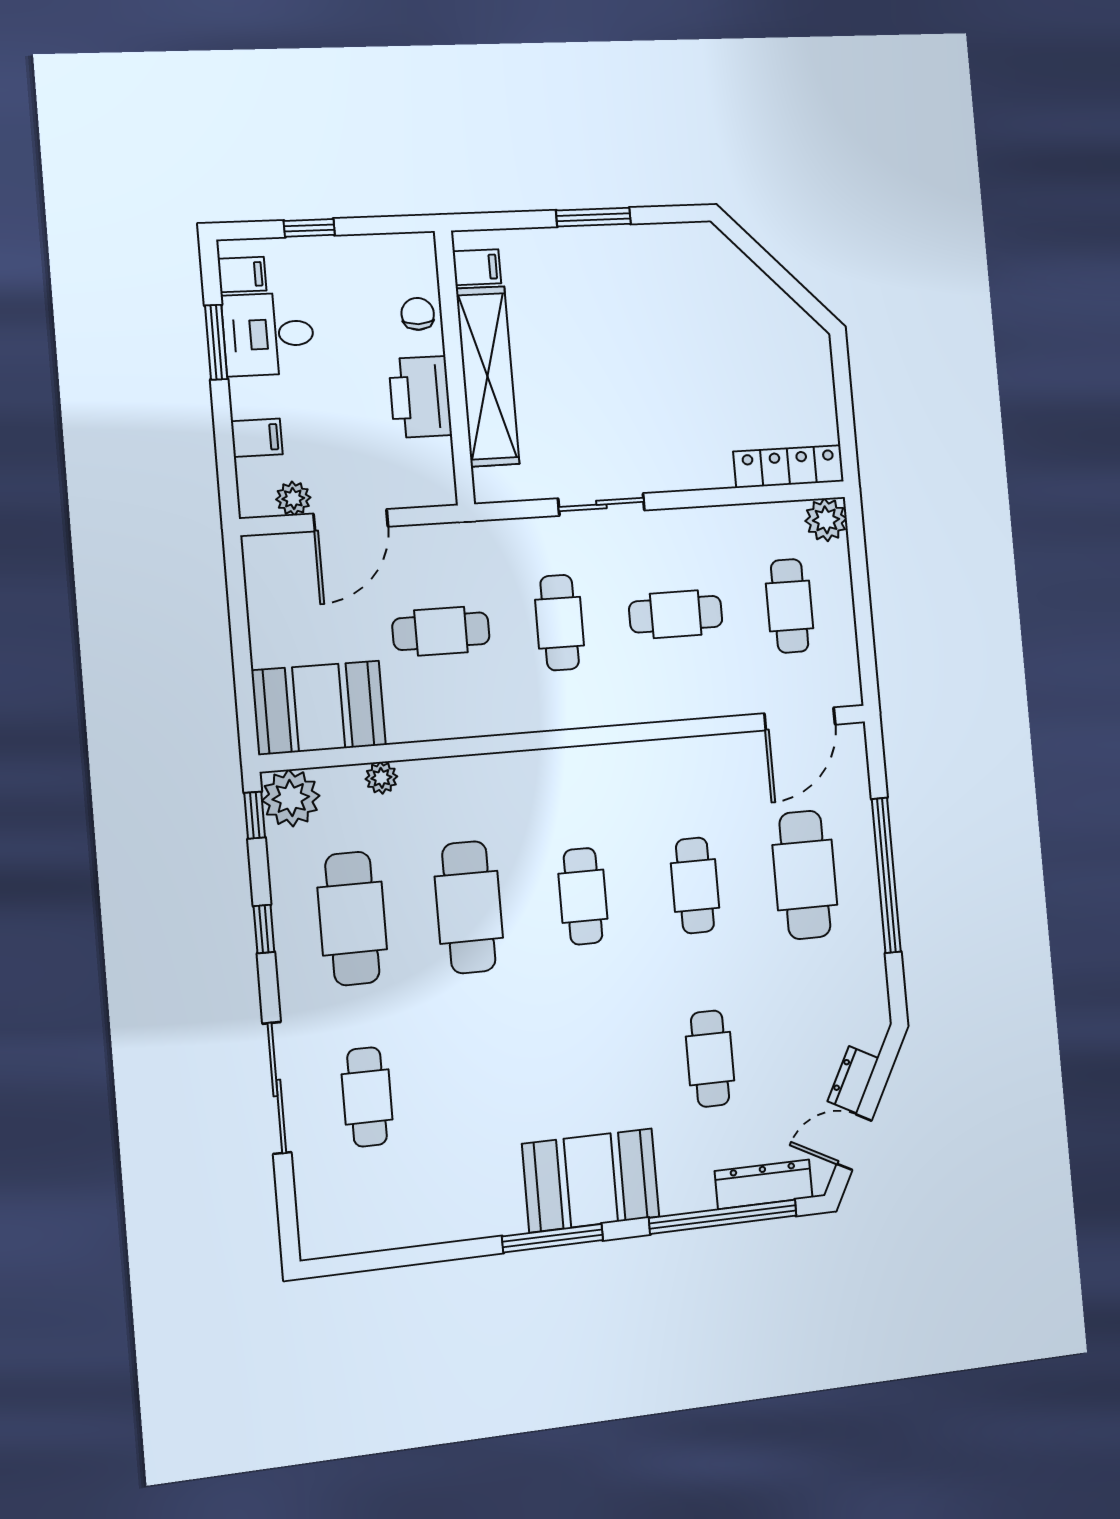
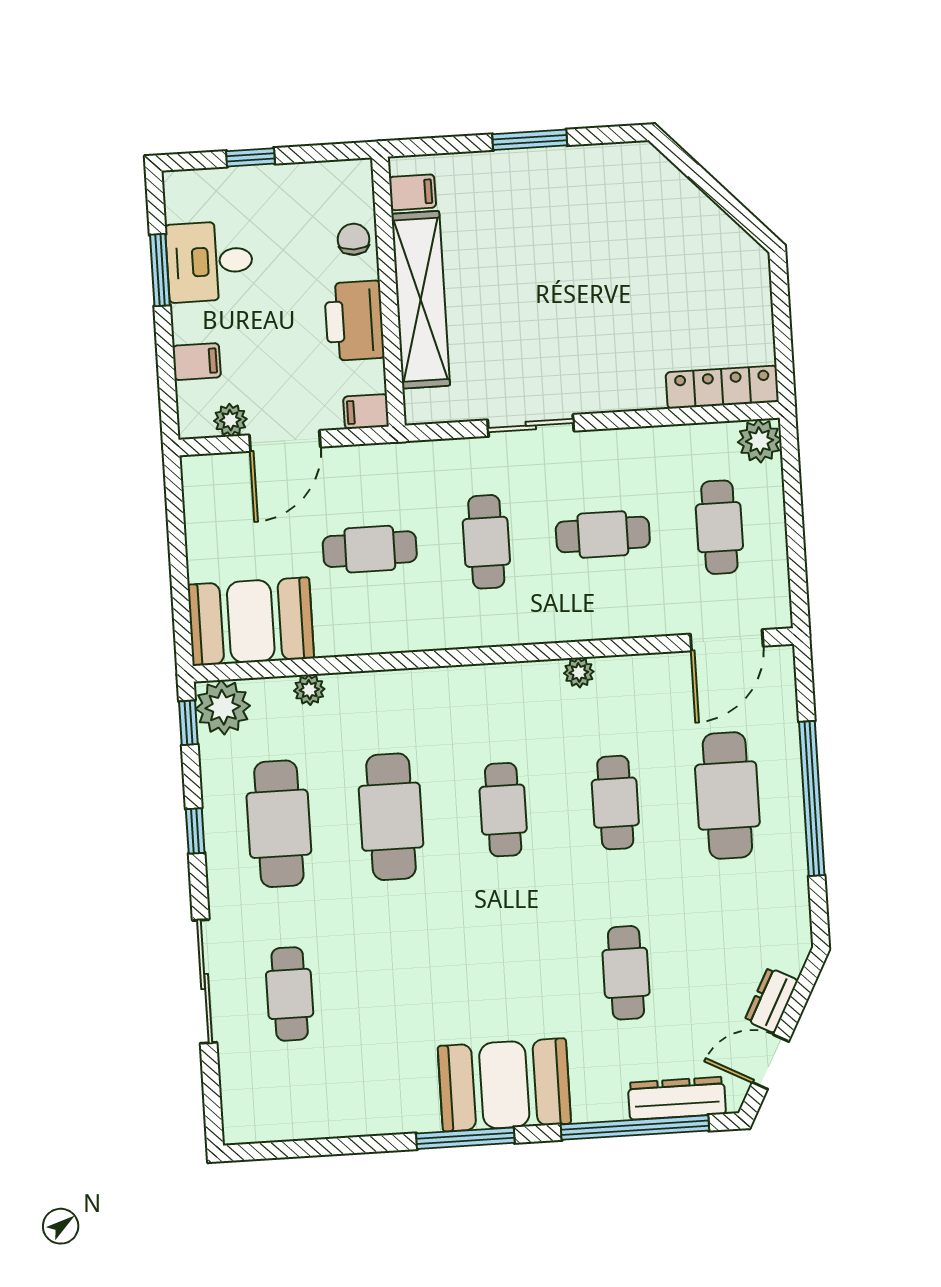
filing cabinet: (242, 275) -> (366, 412), moved, turned 180
plant: (655, 754) -> (579, 672), added

